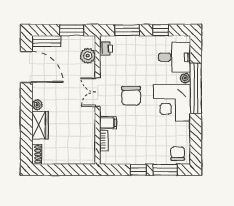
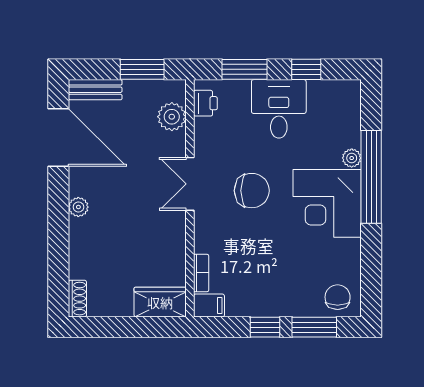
desk: (174, 57) -> (279, 109), moved, turned -90
chair: (131, 96) -> (252, 191), turned -90
filing cabinet: (108, 123) -> (209, 305), moved
wardrobe: (40, 125) -> (160, 302), moved, turned -90

